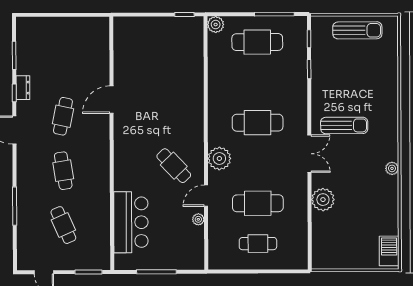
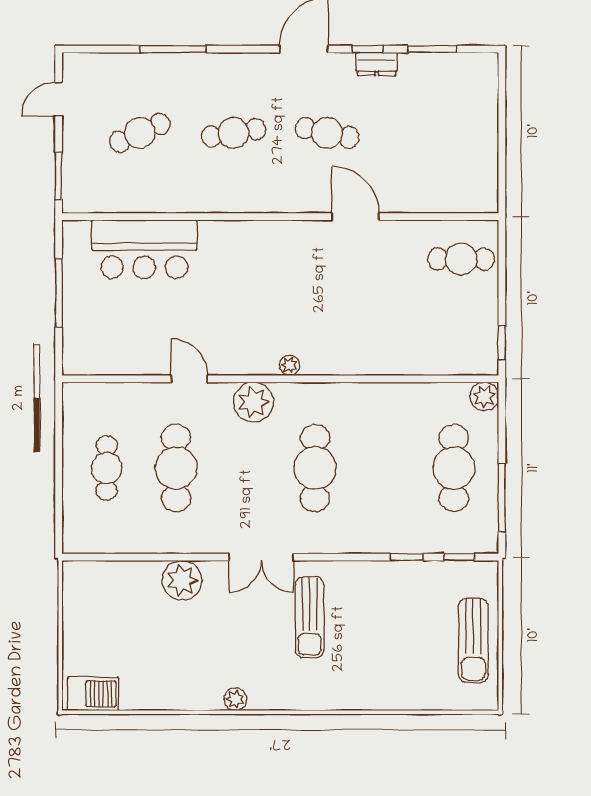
cafe table: (174, 166) -> (461, 259), moved, turned 44
plant: (198, 219) -> (289, 365), moved

